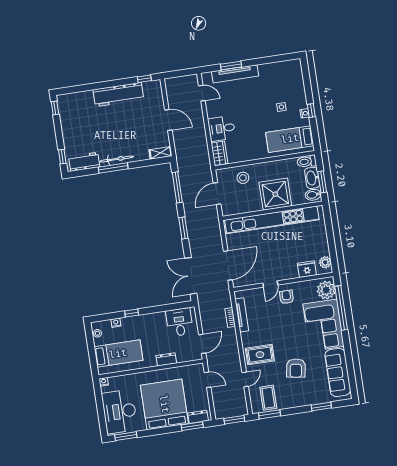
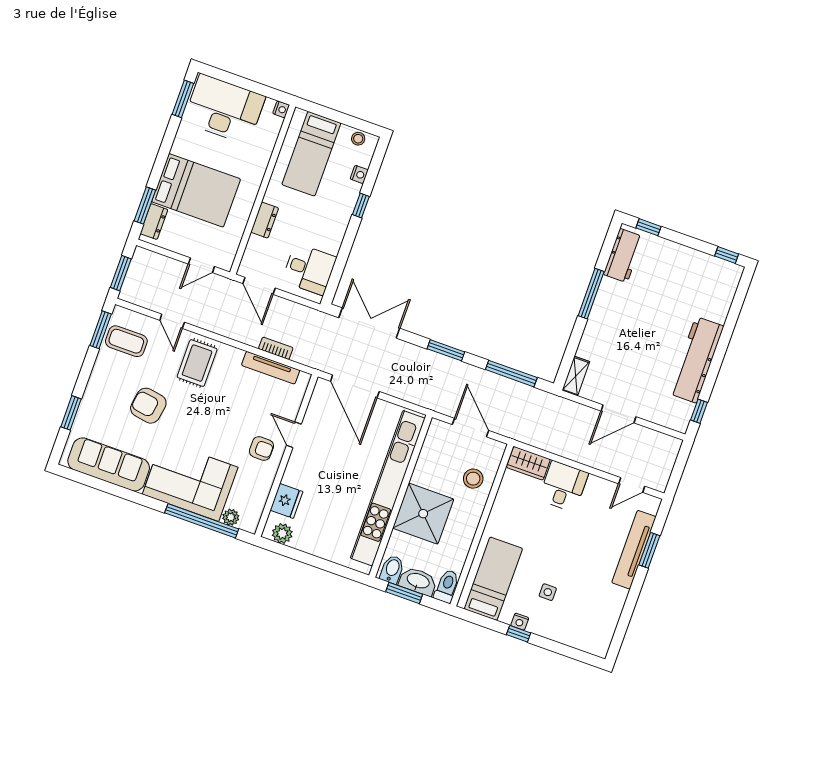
bicycle: (117, 159) -> (602, 306), removed
plant: (326, 290) -> (231, 517), width x0.53, depth x0.53
bed: (164, 404) -> (196, 190), width x0.73

